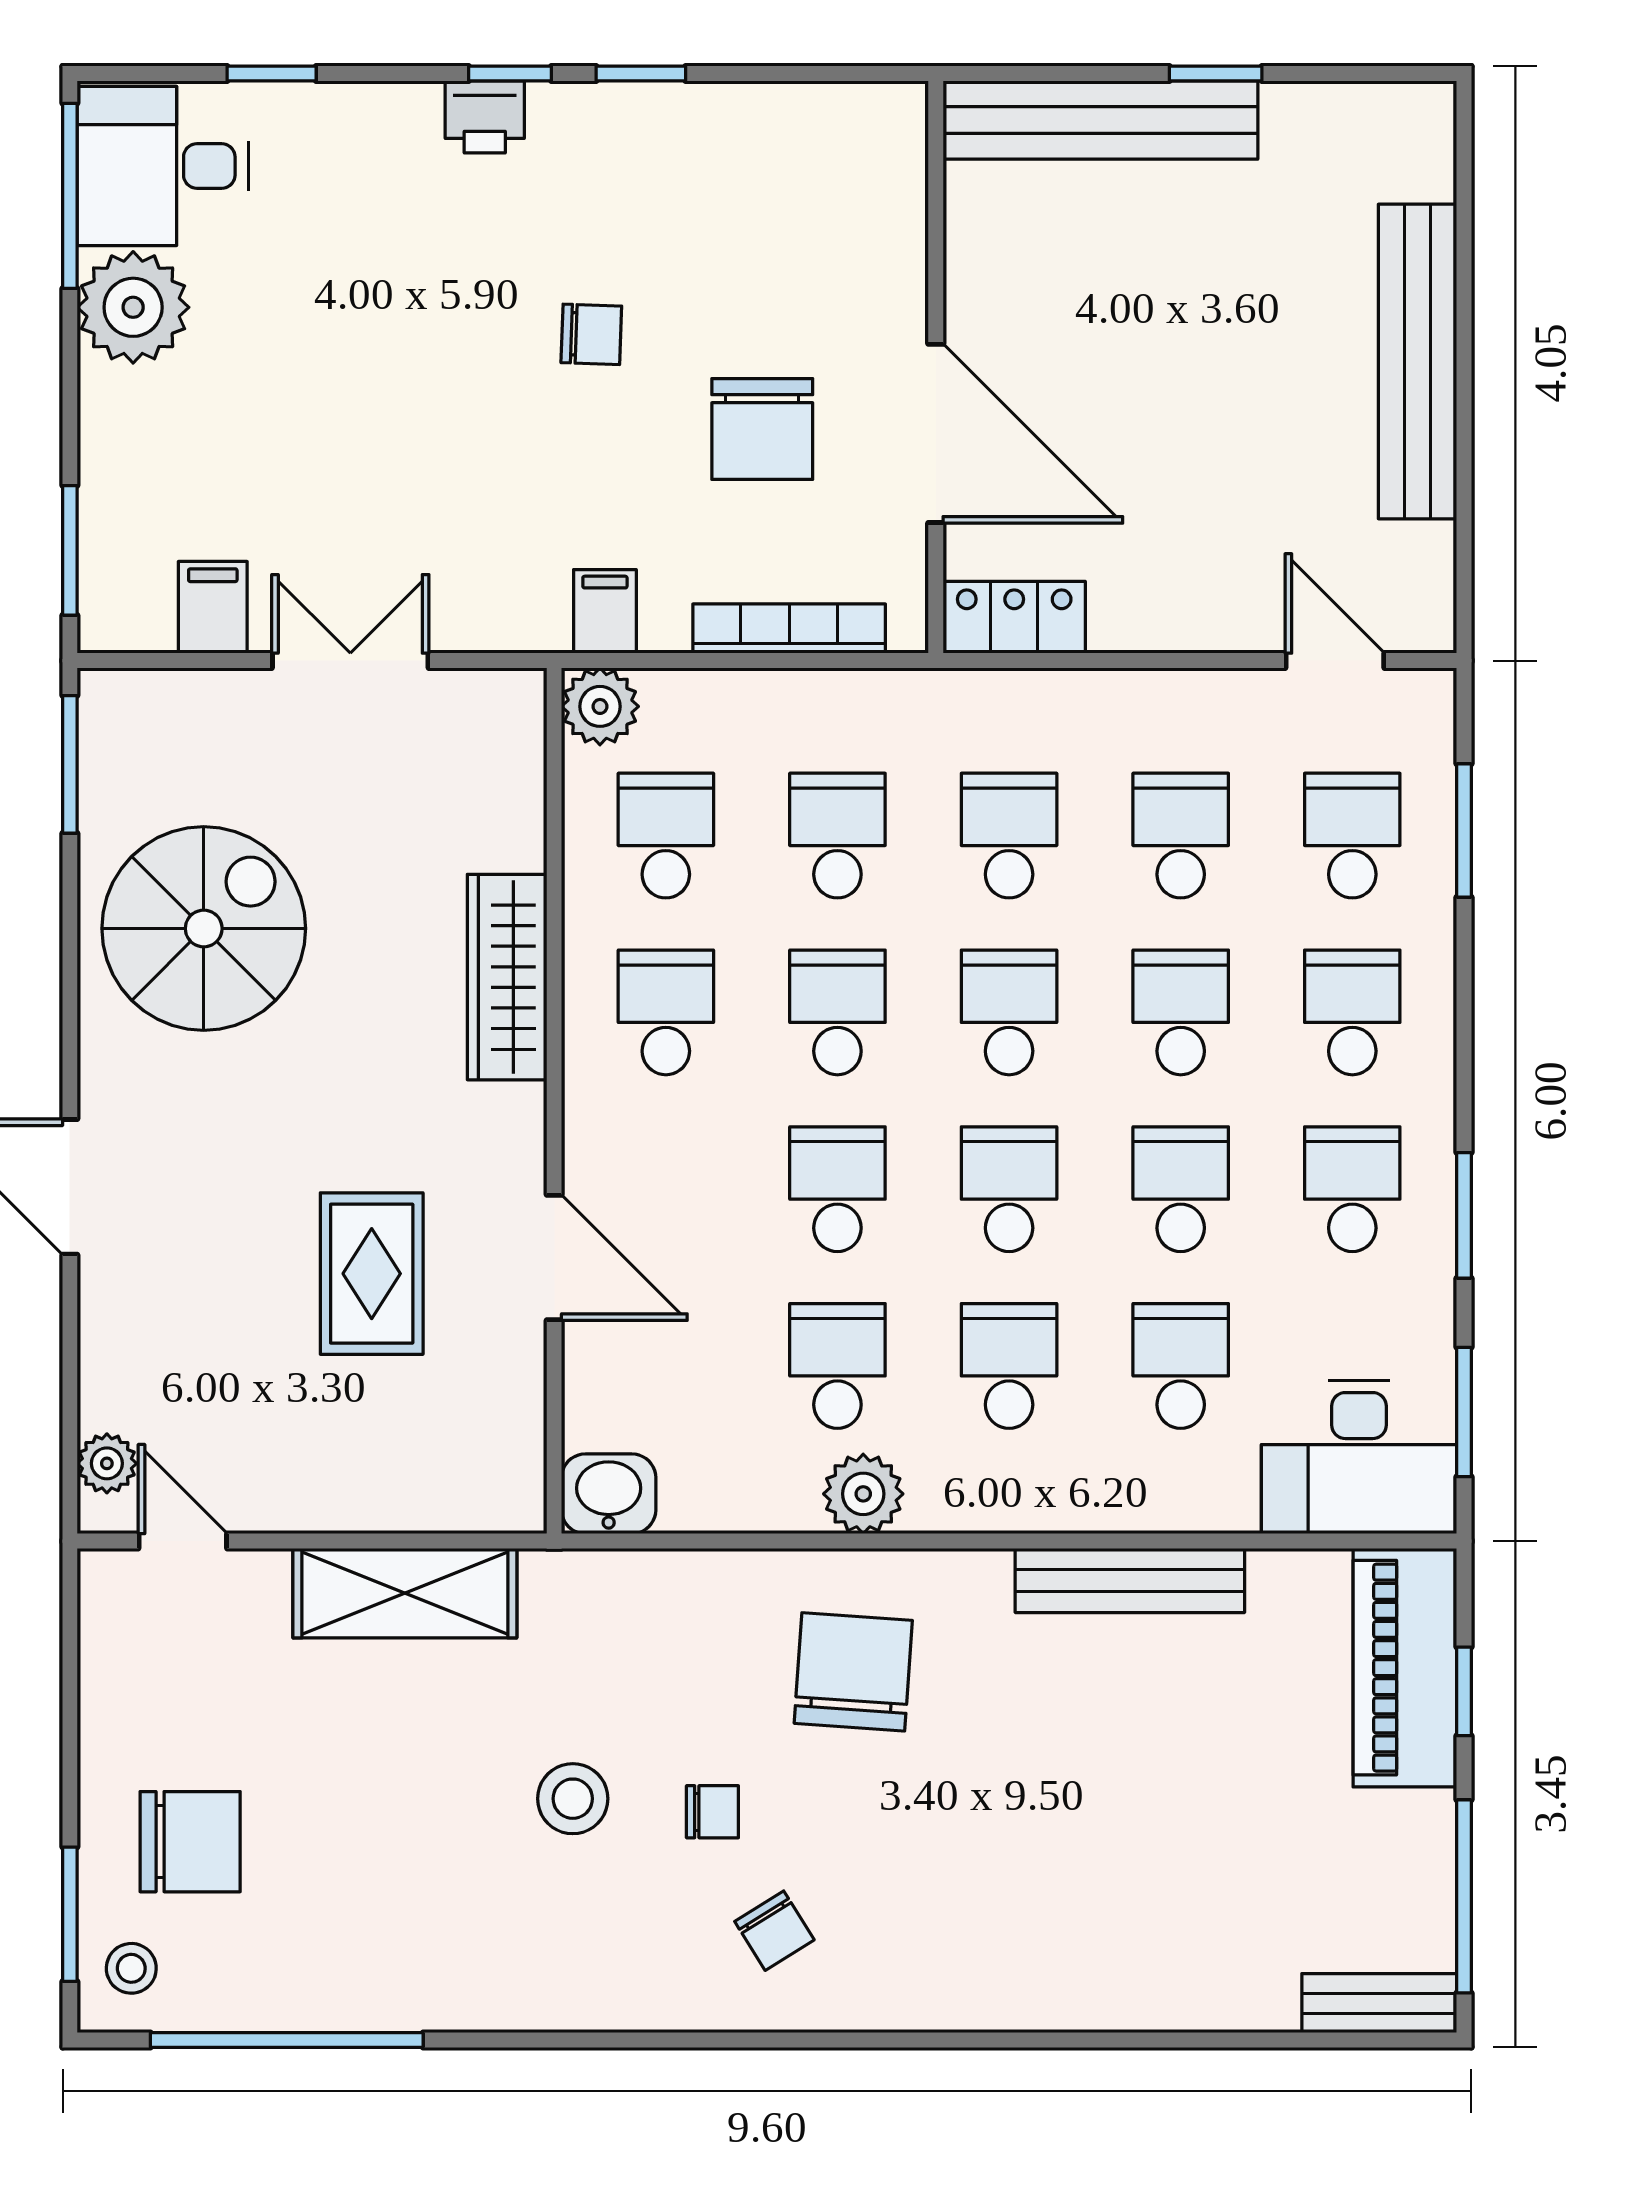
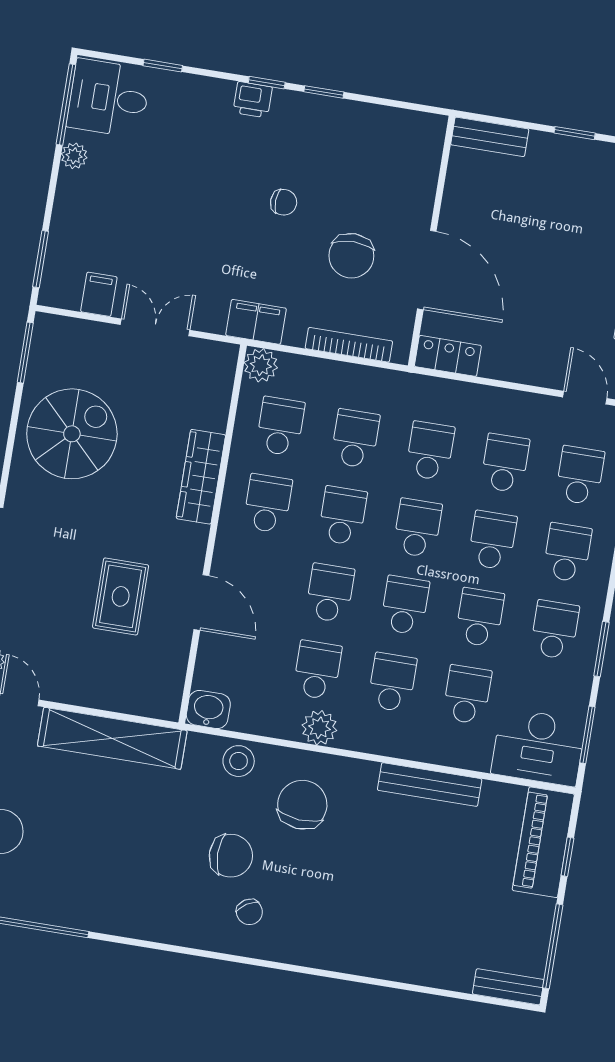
bench: (1100, 120) -> (490, 137), width x0.54, depth x0.82
plant: (133, 307) -> (74, 156), width x0.53, depth x0.53
filing cabinet: (605, 611) -> (256, 322), width x2.00
shelving: (405, 1593) -> (112, 738), width x1.47
stool: (573, 1799) -> (239, 761), moved
chair: (712, 1812) -> (231, 856), width x1.87, depth x1.87

